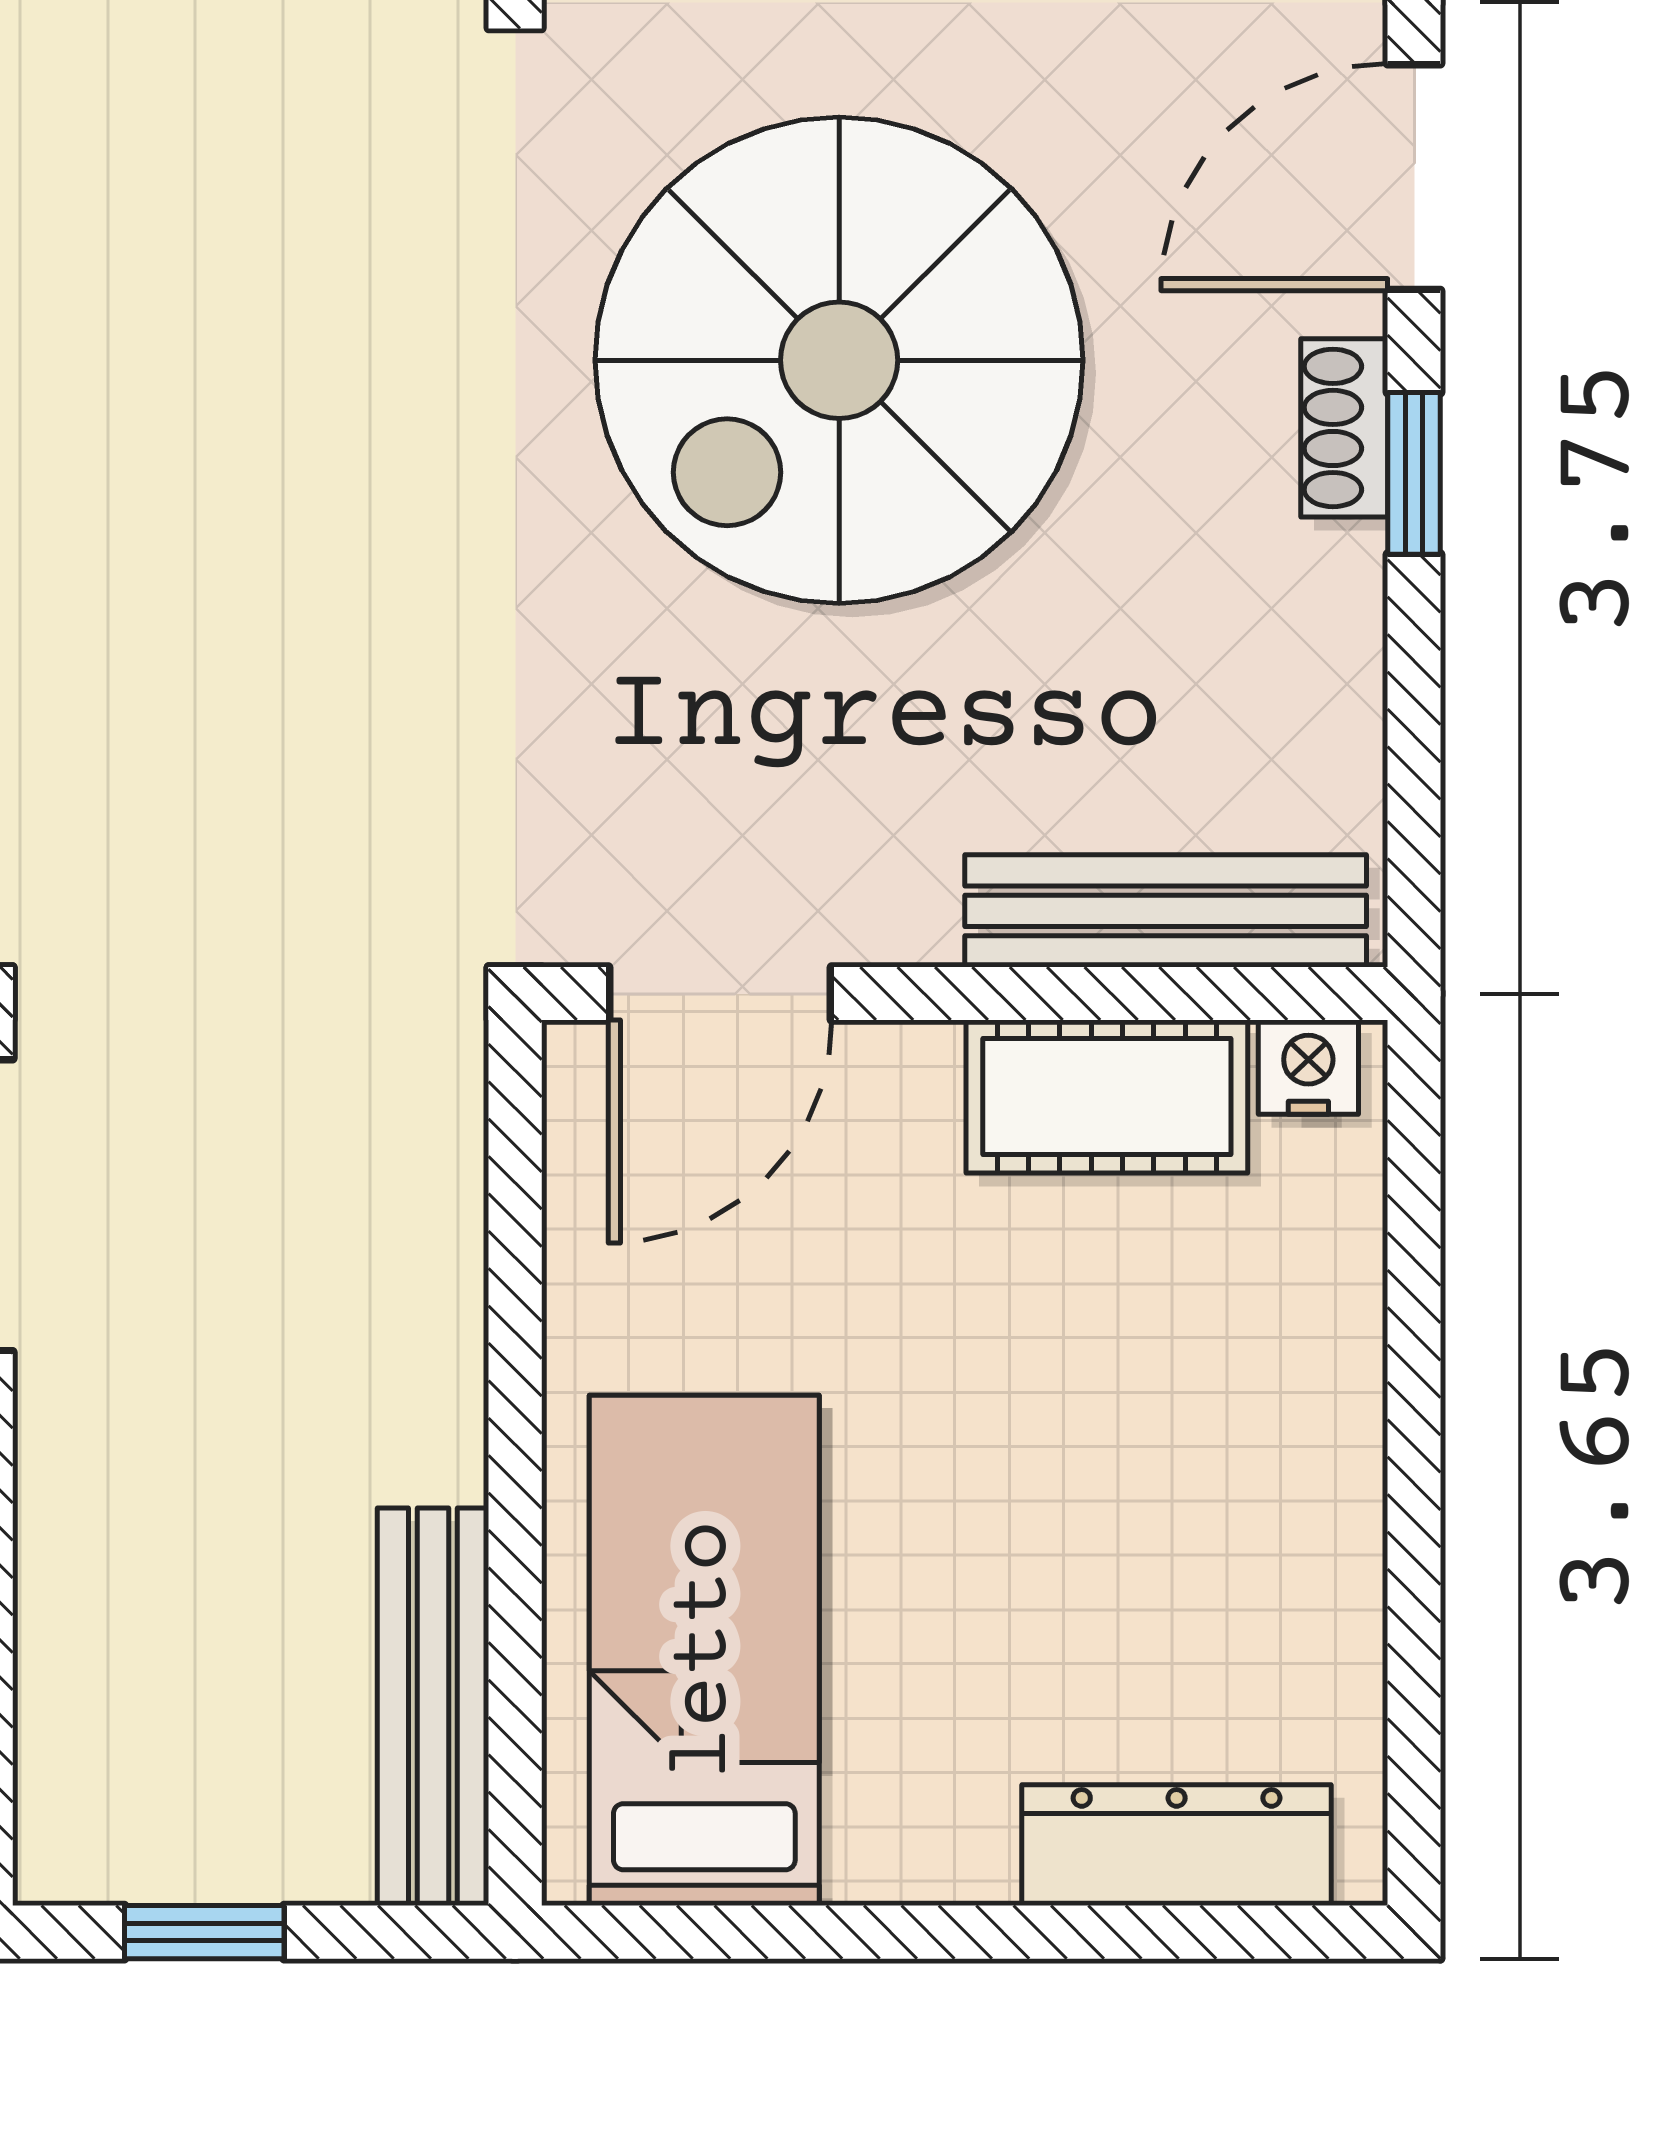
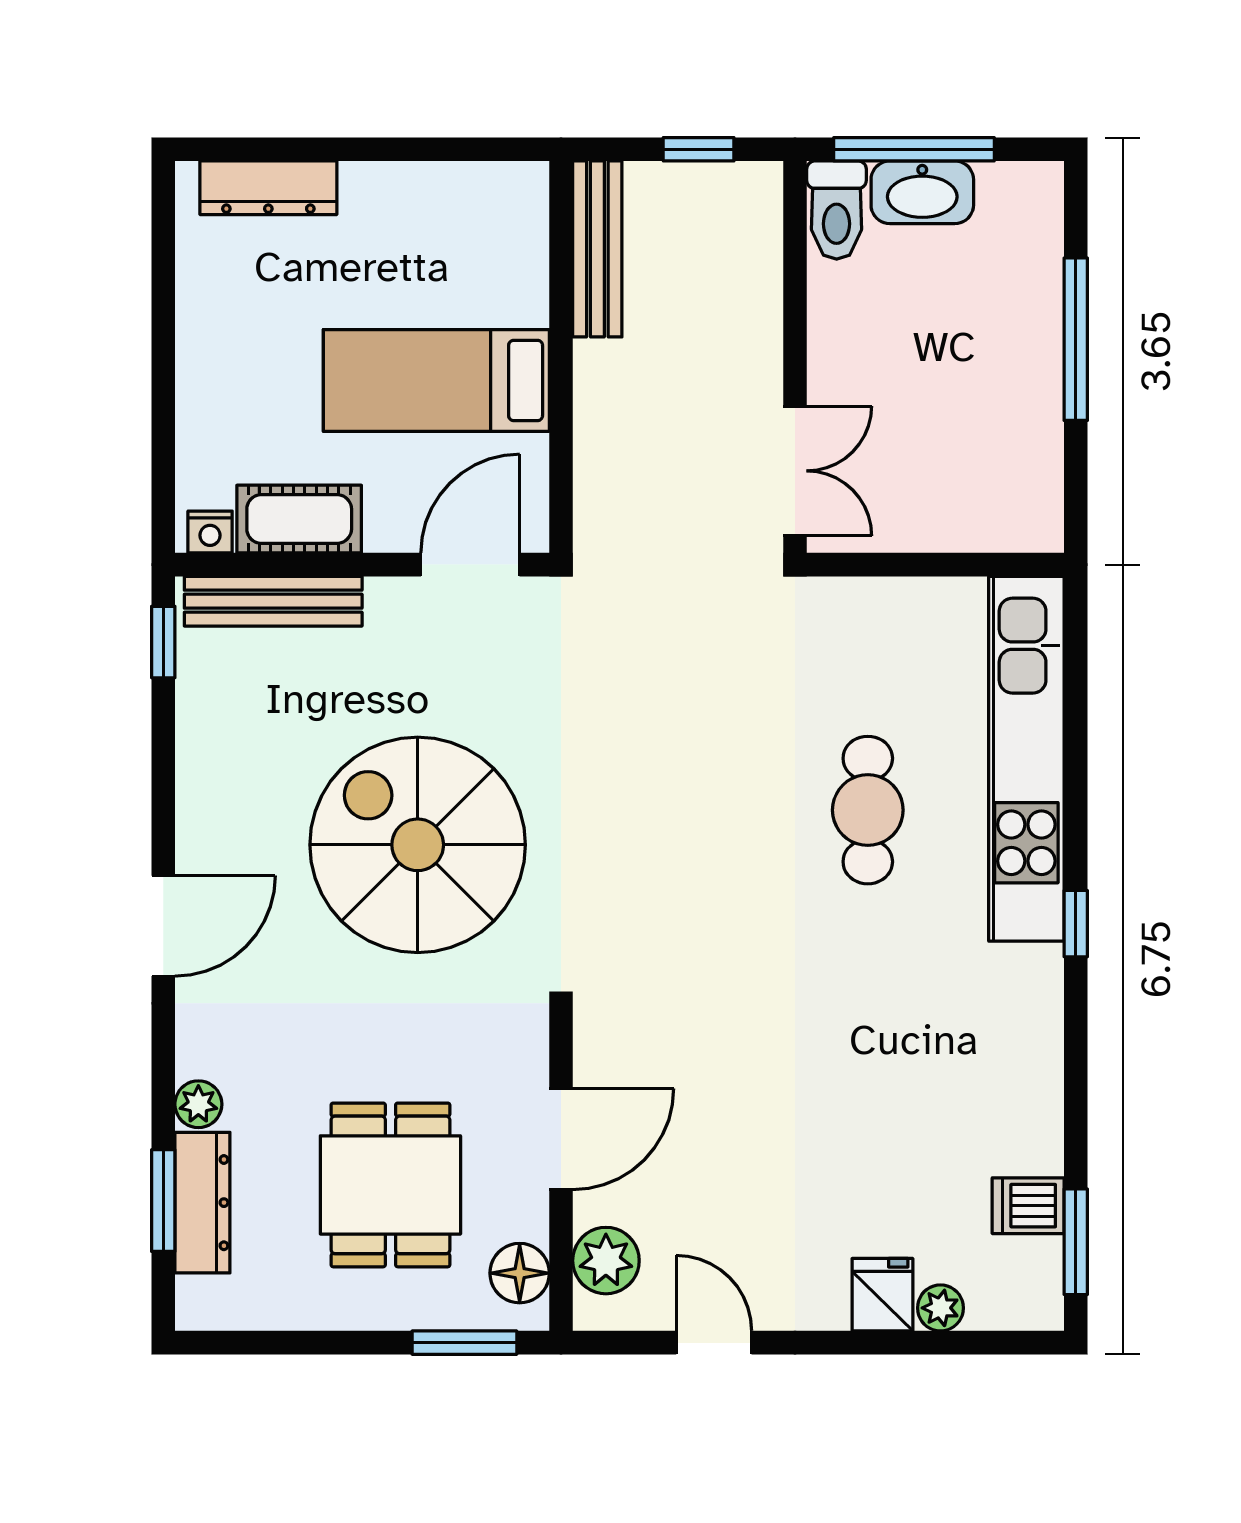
spiral stairs: (839, 360) -> (418, 845), turned -90
shoe rack: (1344, 428) -> (194, 815), removed
window: (1414, 473) -> (163, 642), moved
bed: (704, 1650) -> (436, 380), moved, turned 90

